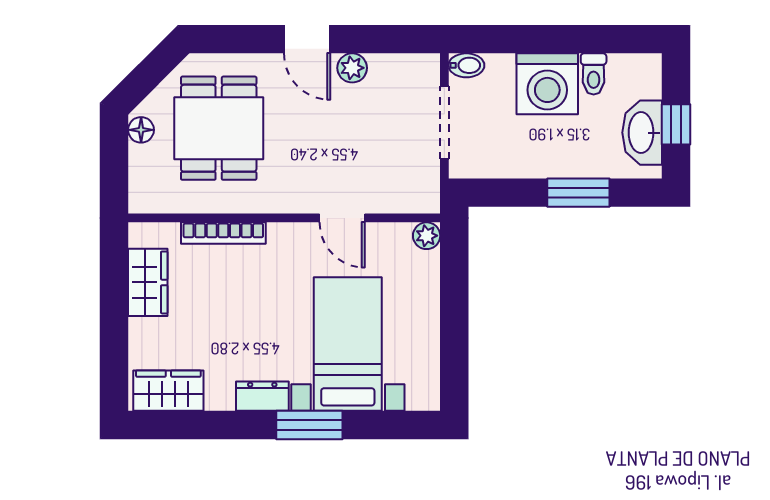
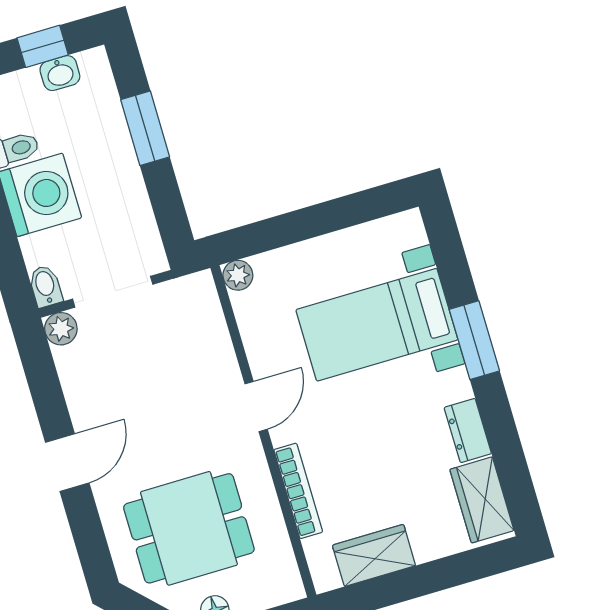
plant: (352, 68) -> (61, 329), moved
washbasin: (642, 133) -> (60, 73), width x0.52, depth x0.69
door: (342, 218) -> (256, 407), moved
dresser: (262, 396) -> (468, 431), moved

